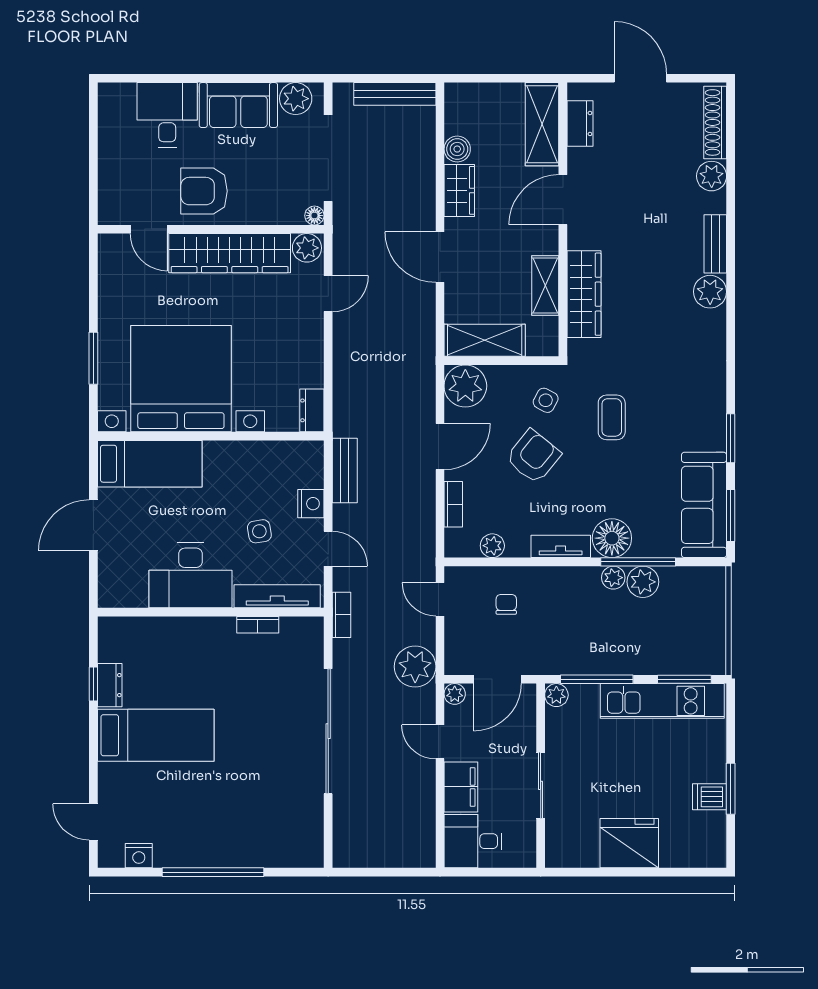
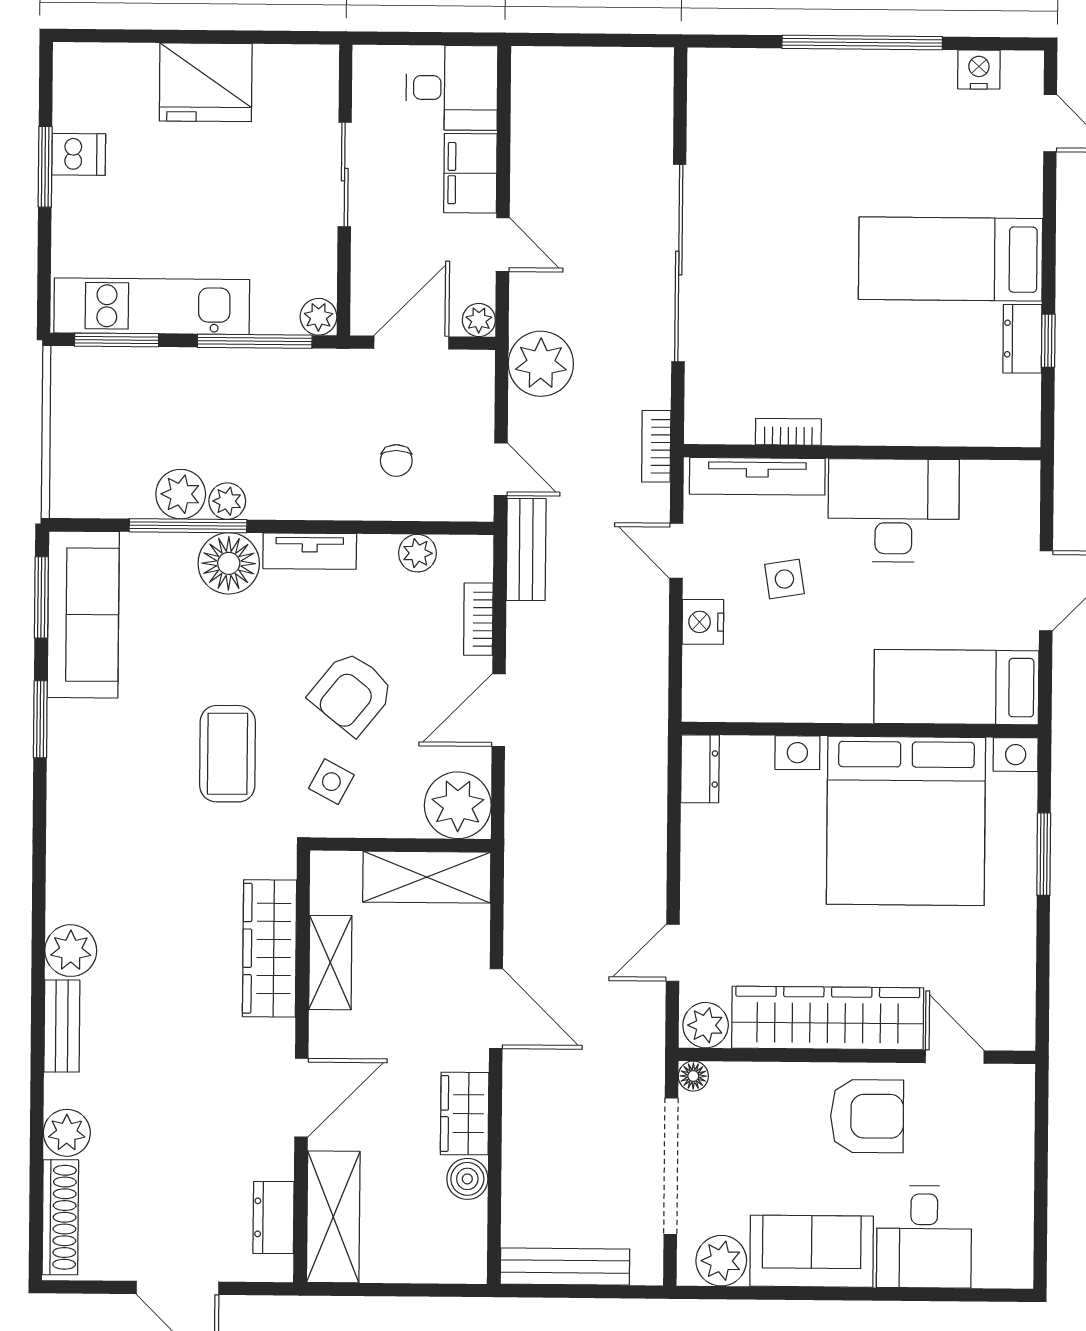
coffee table: (612, 417) -> (228, 754), width x1.36, depth x1.30
bench: (345, 470) -> (526, 550), moved

